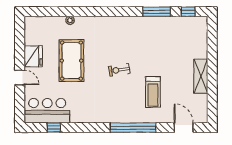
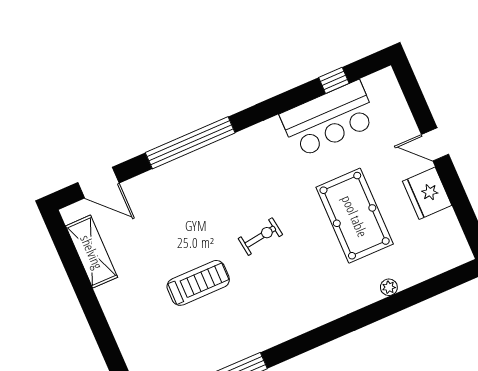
shelving: (201, 76) -> (92, 252), moved
treadmill: (153, 92) -> (198, 283), moved, turned 90
bar counter: (47, 111) -> (329, 119), moved

